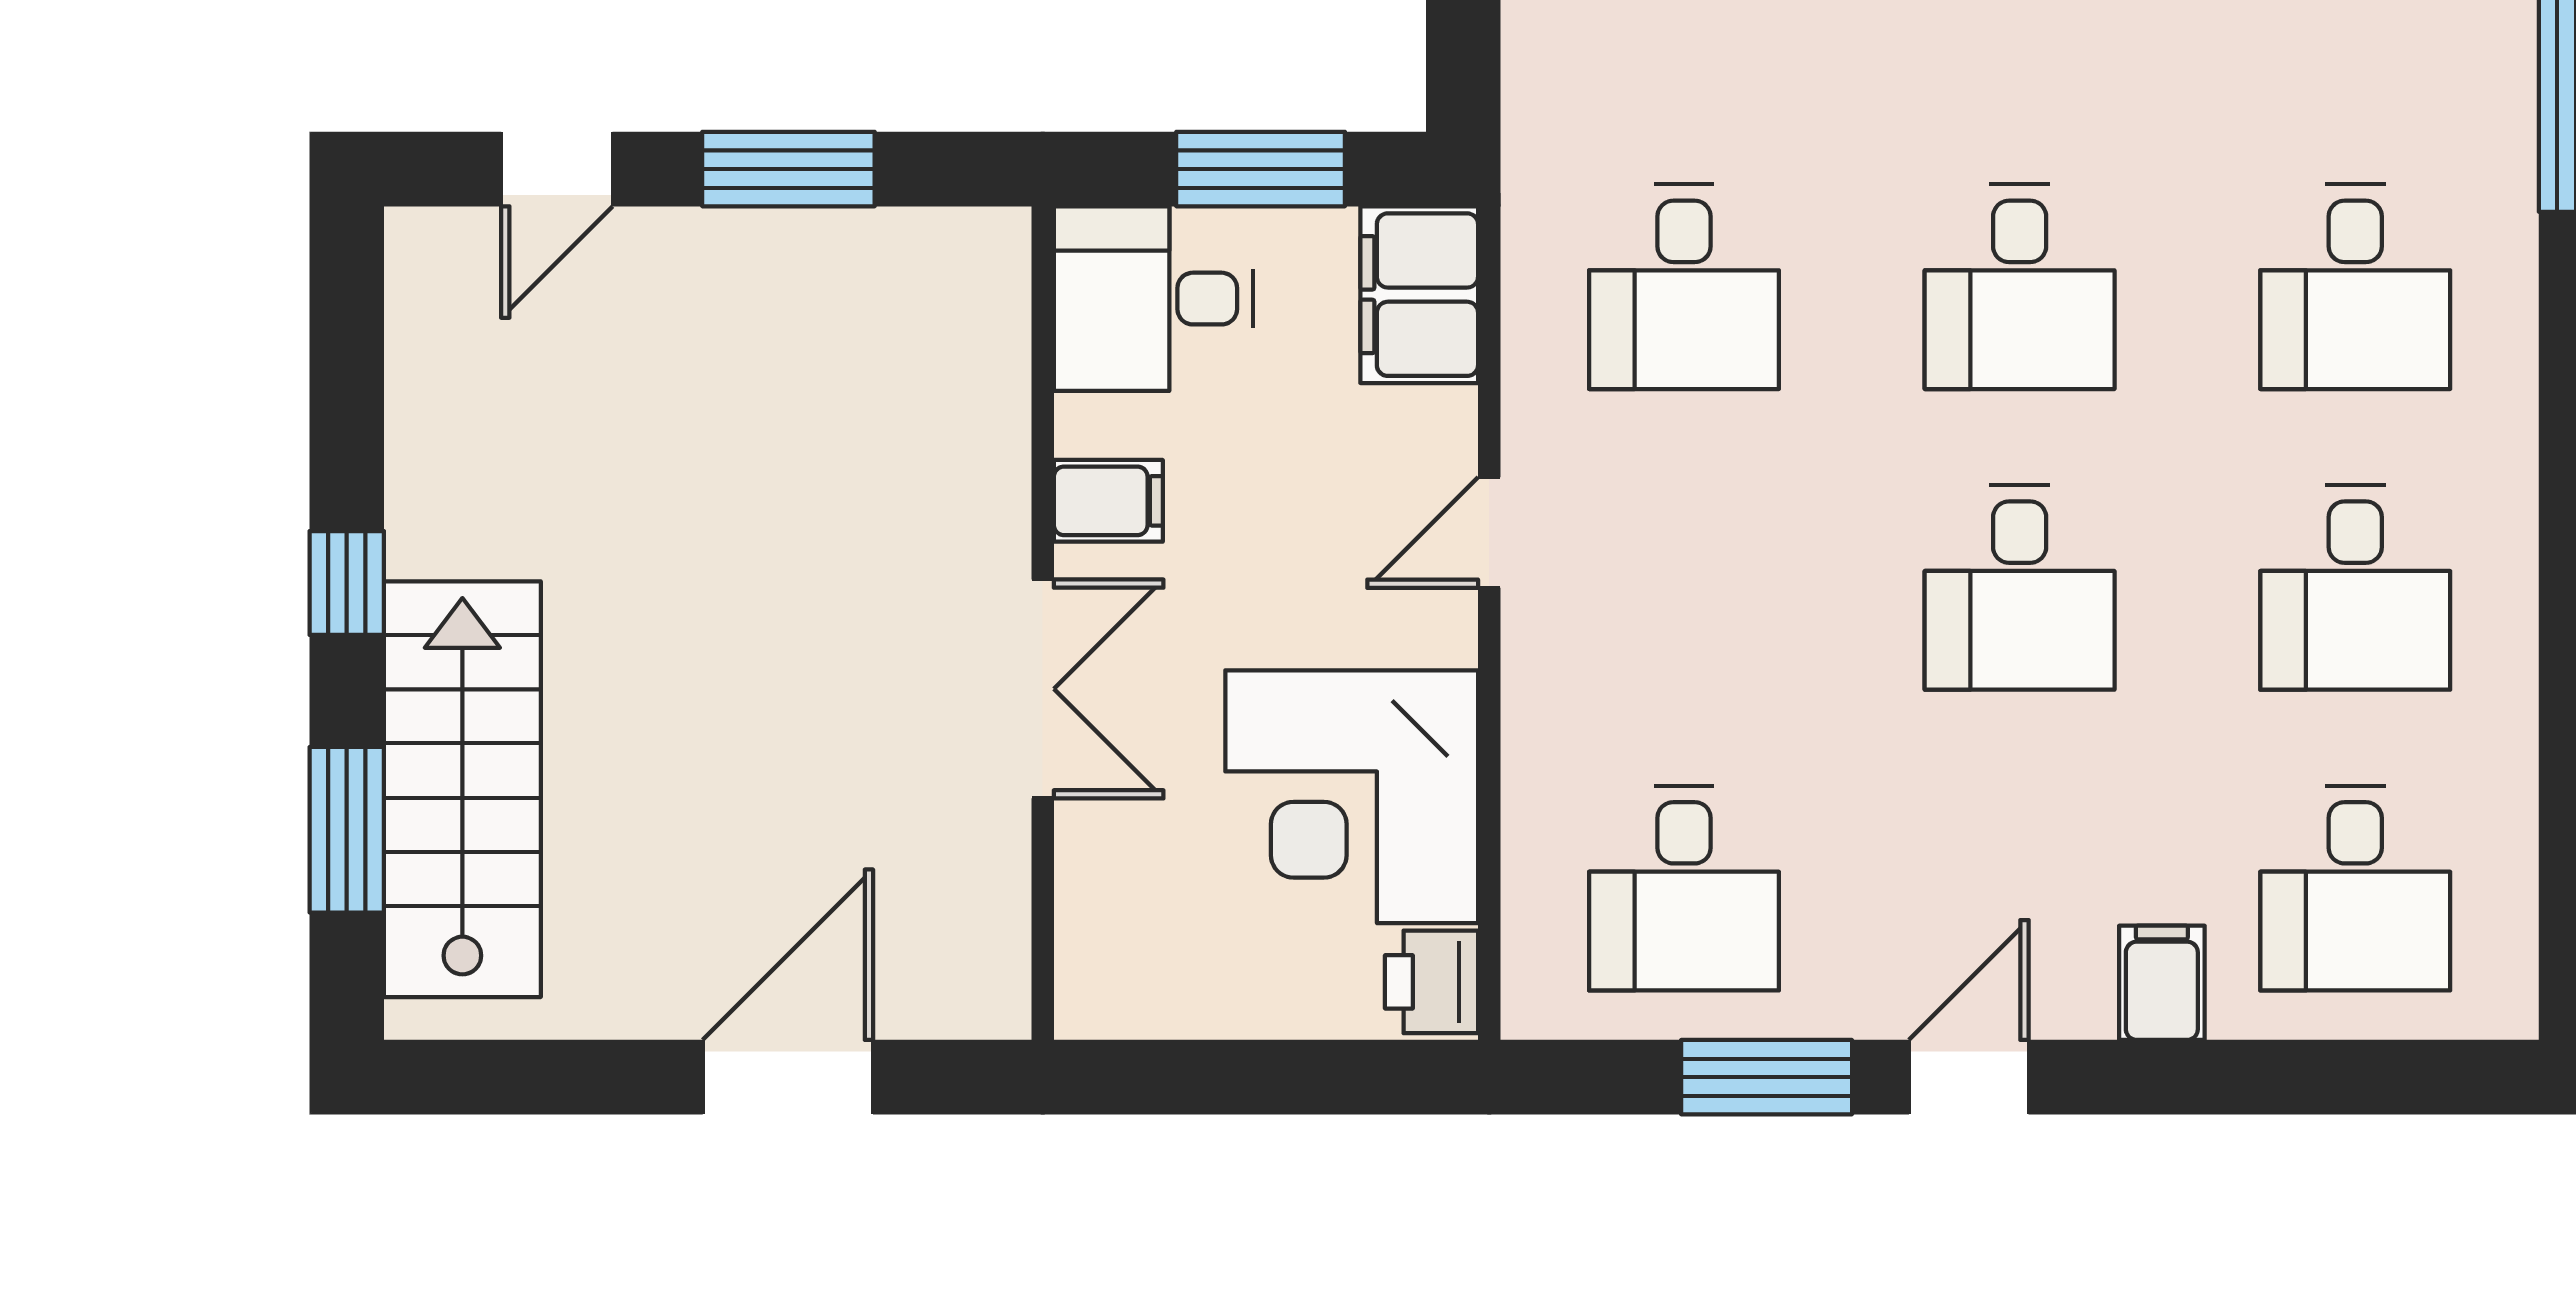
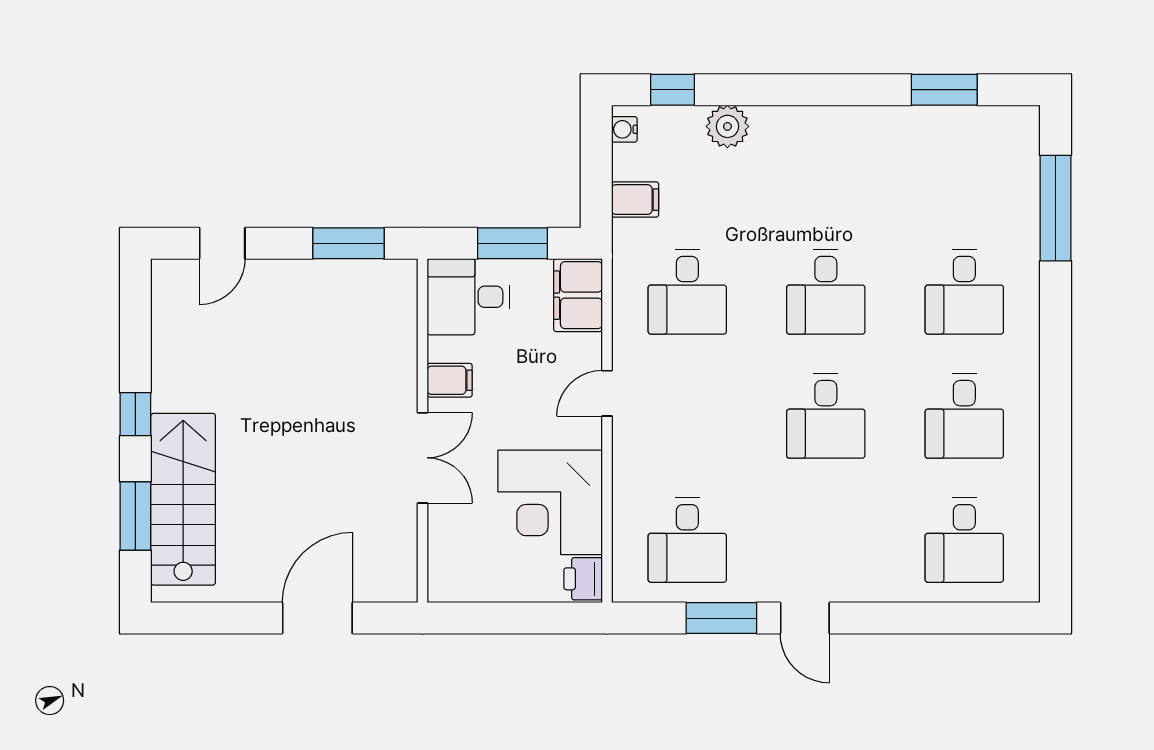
window: (788, 169) -> (348, 243), moved
filing cabinet: (2162, 983) -> (635, 200), moved, turned 90
door: (1969, 1077) -> (805, 618), swing flipped

